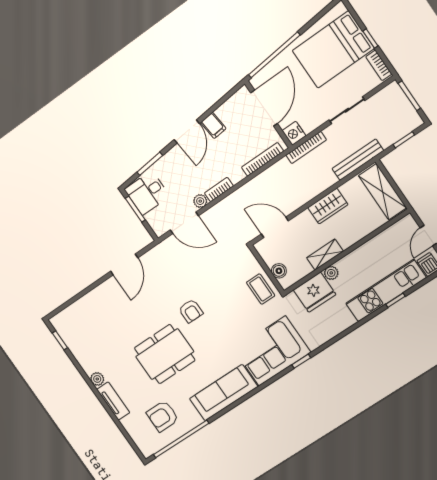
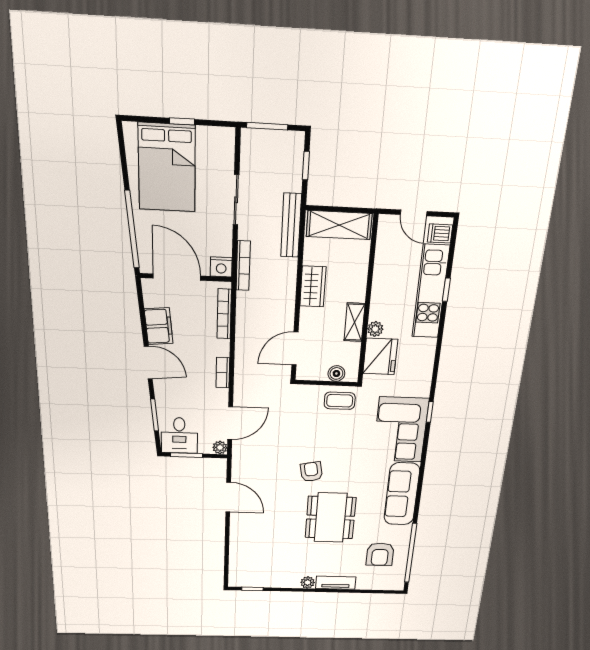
bookcase: (379, 65) -> (215, 134), removed
filing cabinet: (213, 125) -> (159, 326), width x2.00
plant: (200, 201) -> (220, 447), moved
armchair: (191, 311) -> (311, 472), turned -101

